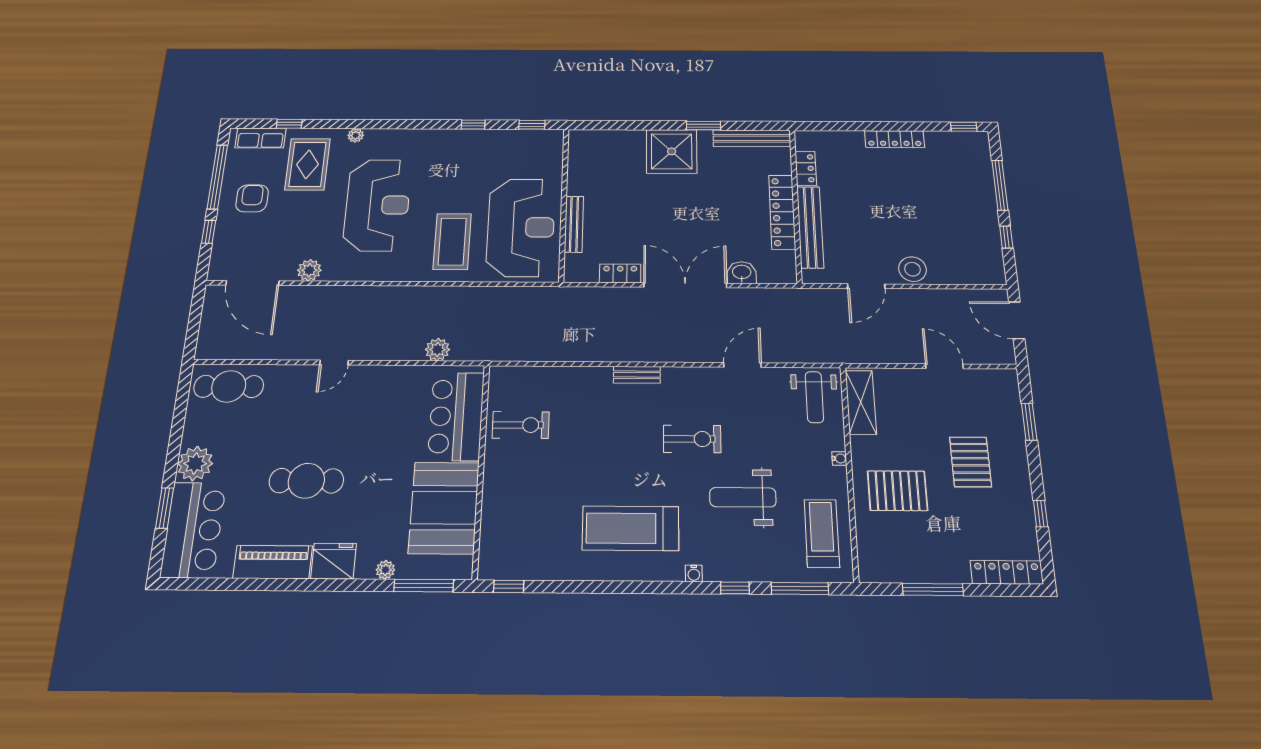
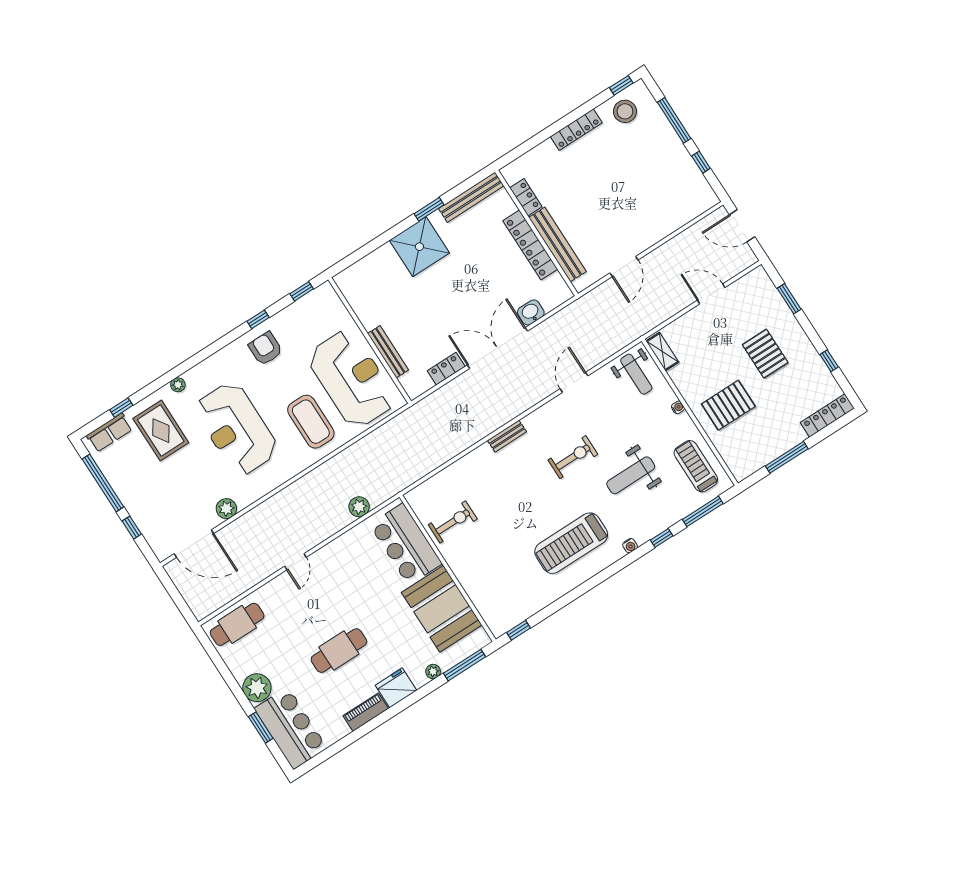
armchair: (252, 198) -> (265, 349), moved
reception desk: (377, 205) -> (236, 429), turned 180
stool: (912, 269) -> (625, 111), moved
shelving: (861, 402) -> (662, 352), width x0.67, depth x0.75
piano: (273, 562) -> (366, 712), width x0.73, depth x0.75

